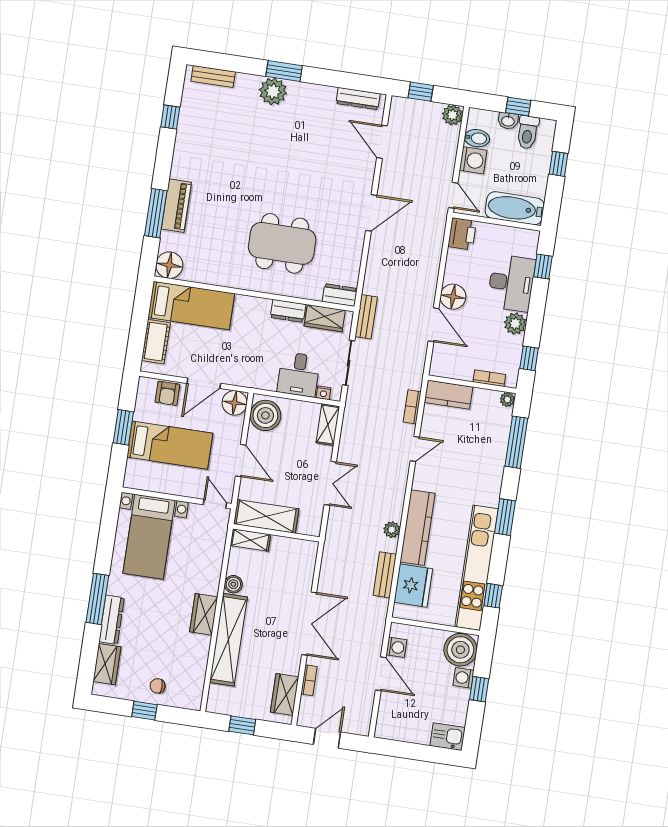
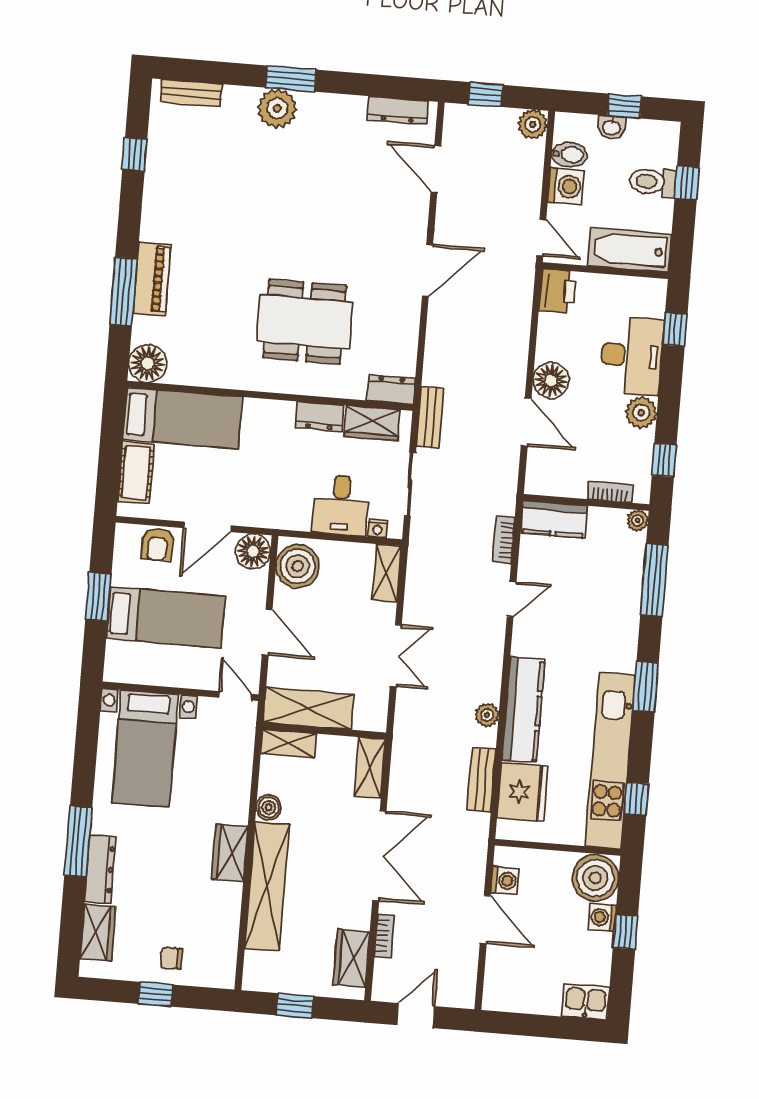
toilet: (528, 132) -> (653, 182), moved, turned 90
shelving: (307, 561) -> (370, 768), added

